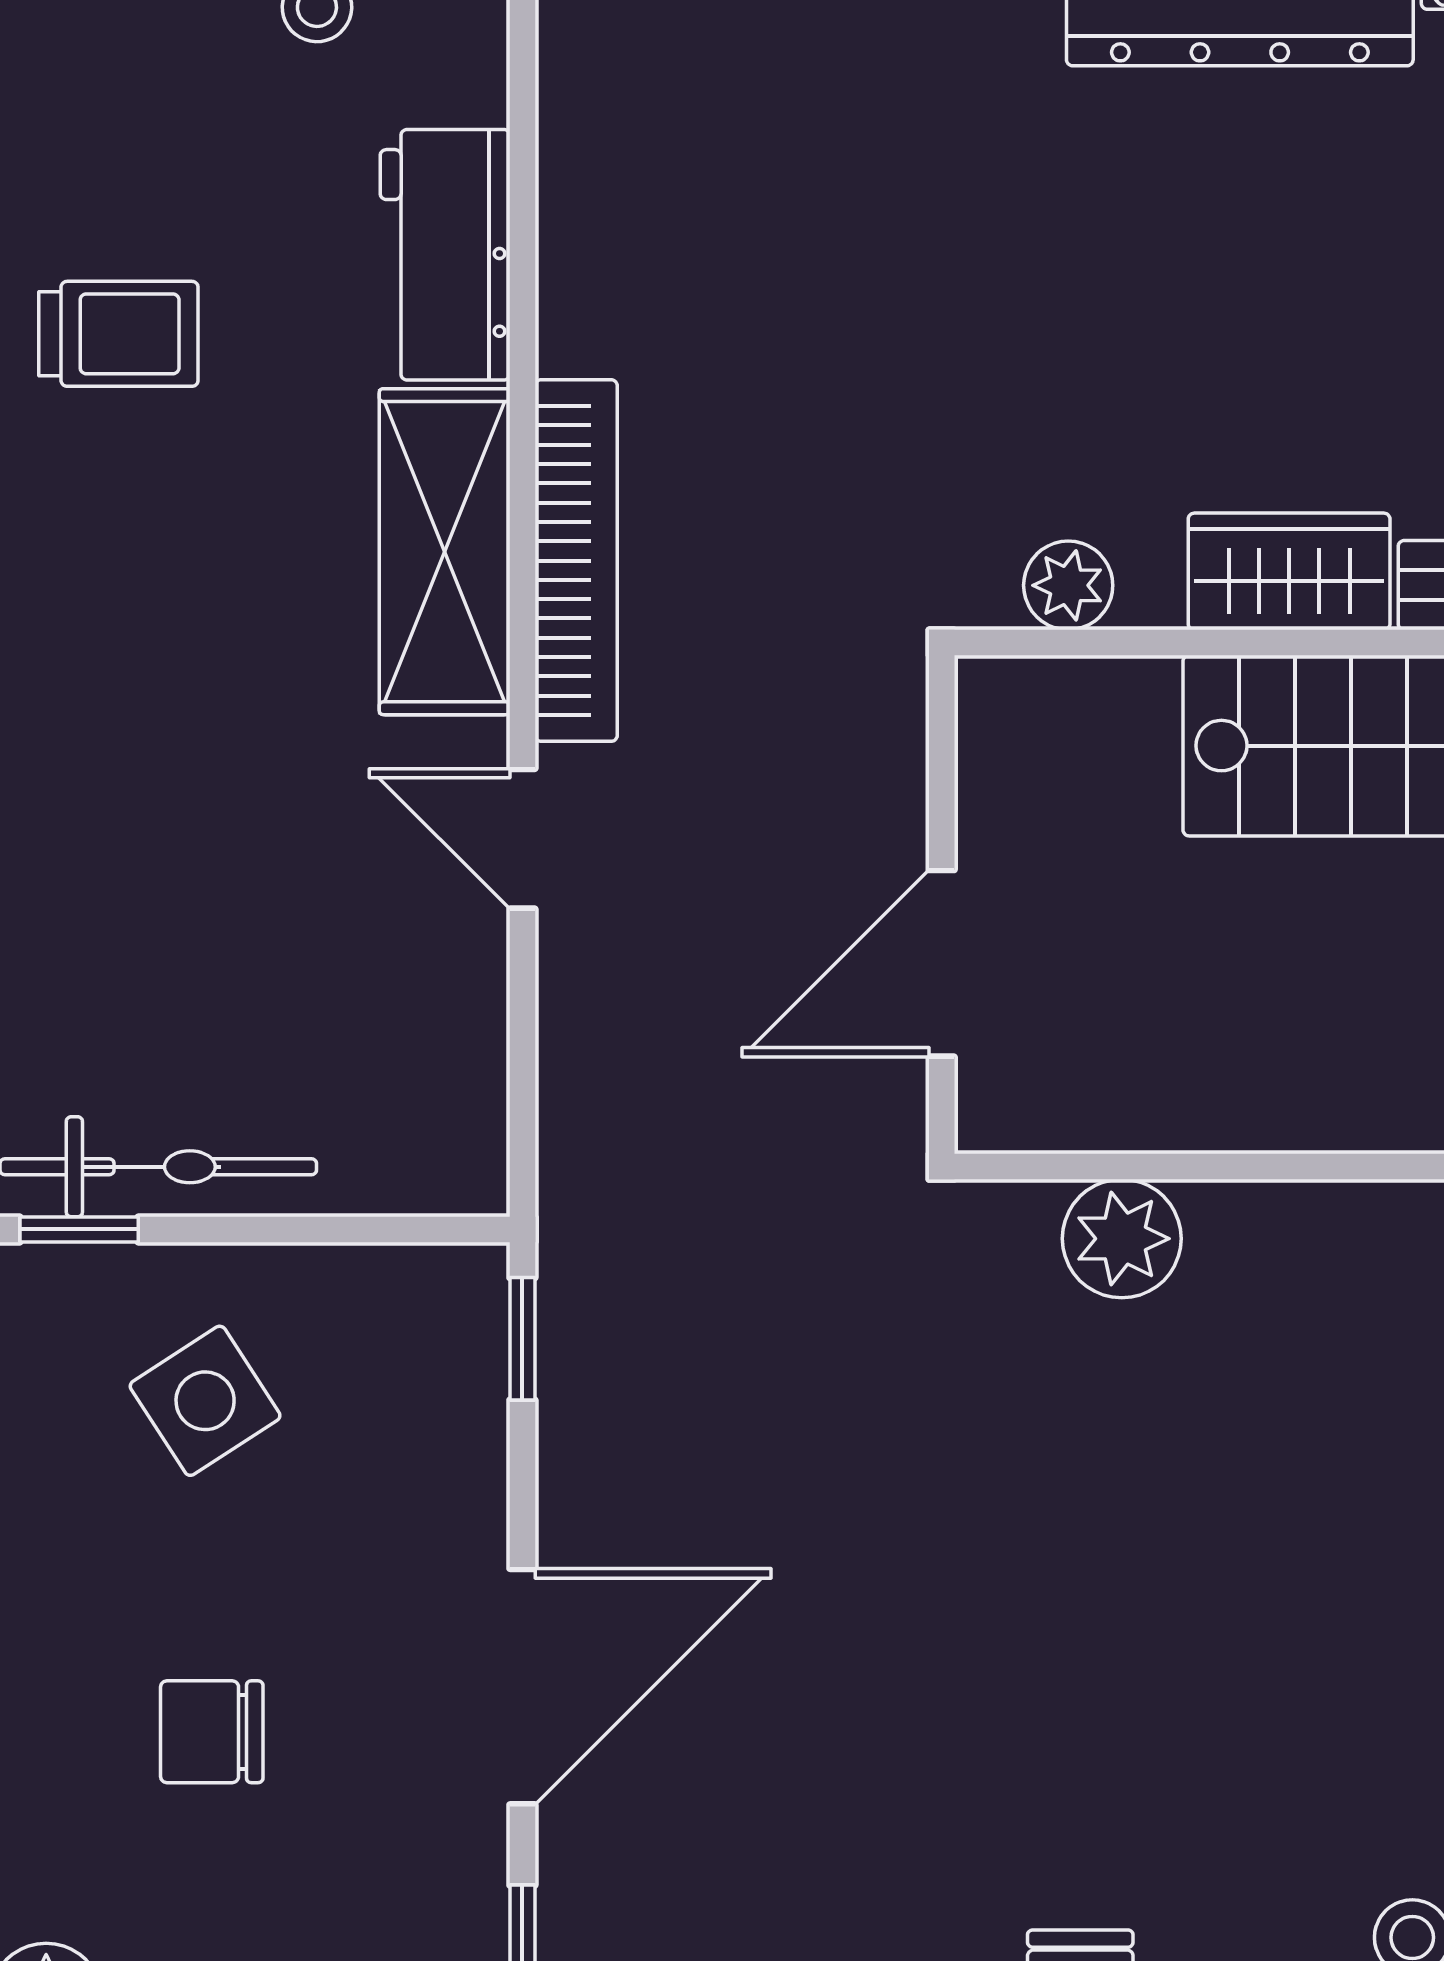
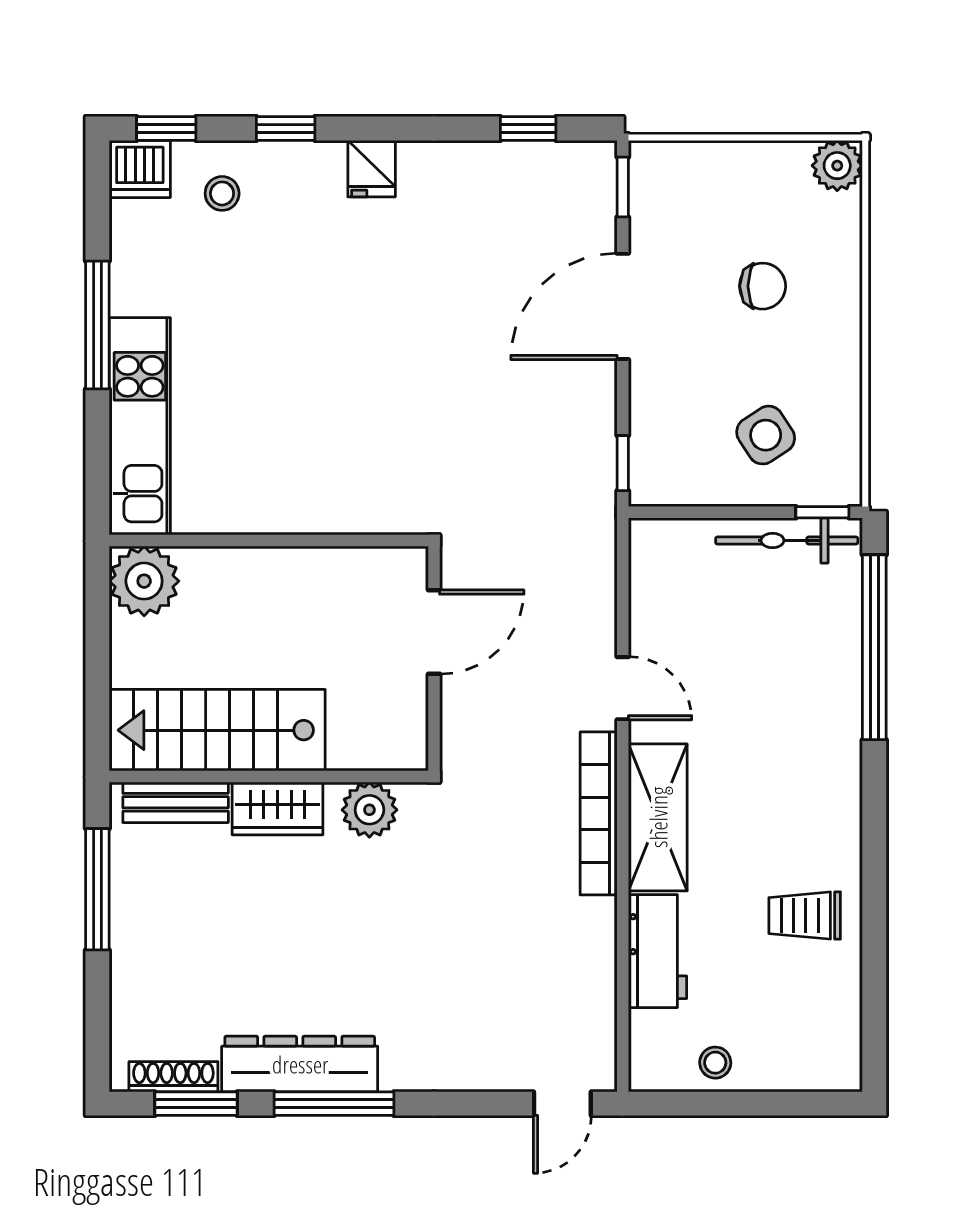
plant: (1068, 585) -> (369, 810), width x1.38, depth x1.38
plant: (1122, 1239) -> (353, 508), removed

